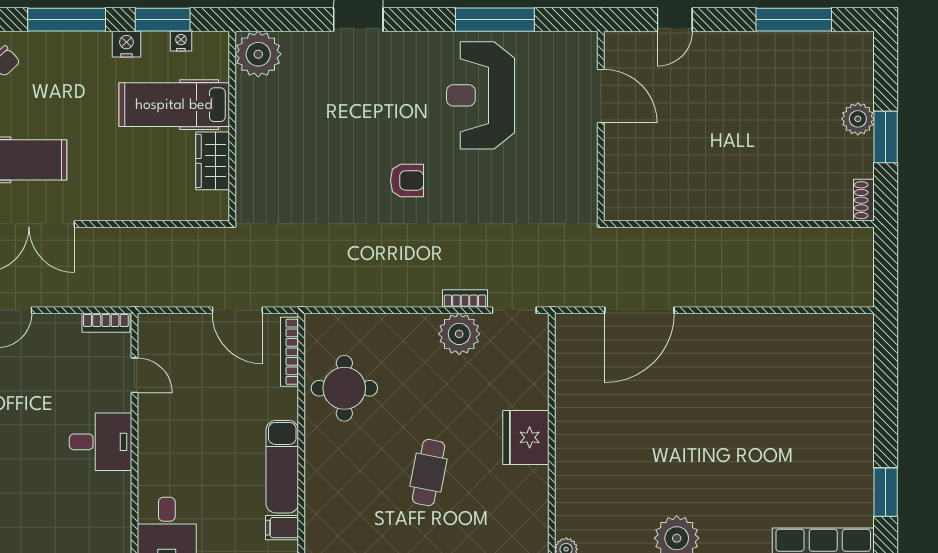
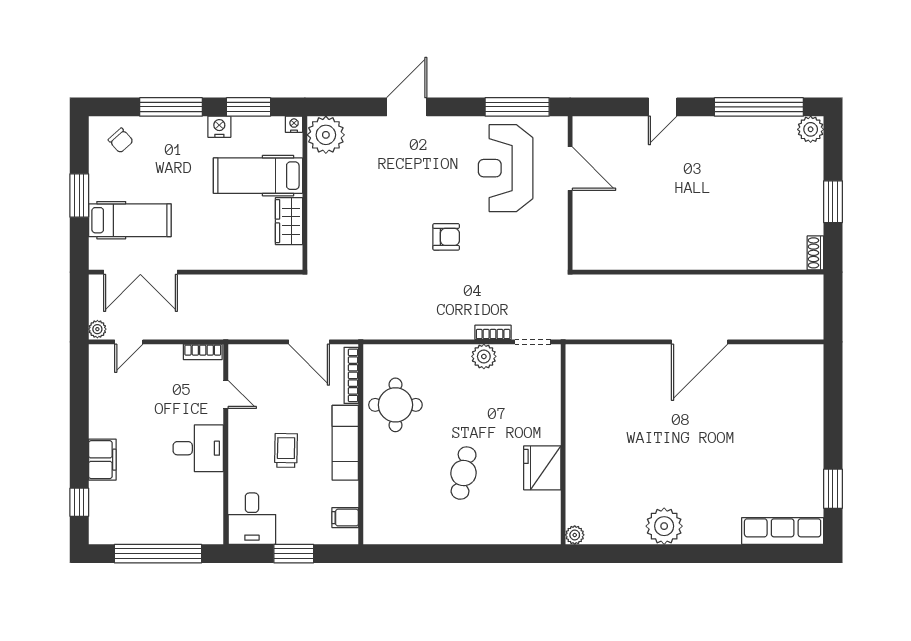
window: (794, 20) -> (759, 107), width x1.46
nightstand: (181, 41) -> (294, 124), moved
door: (601, 96) -> (570, 169), moved
plant: (858, 119) -> (811, 129), moved
wall: (601, 126) -> (570, 193), moved
door: (639, 310) -> (700, 342), moved
plant: (459, 334) -> (484, 356), width x0.73, depth x0.73
fridge: (526, 437) -> (542, 468), moved
trolley: (209, 445) -> (286, 450), added
exam couch: (282, 467) -> (345, 443), moved

